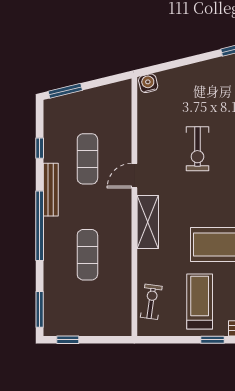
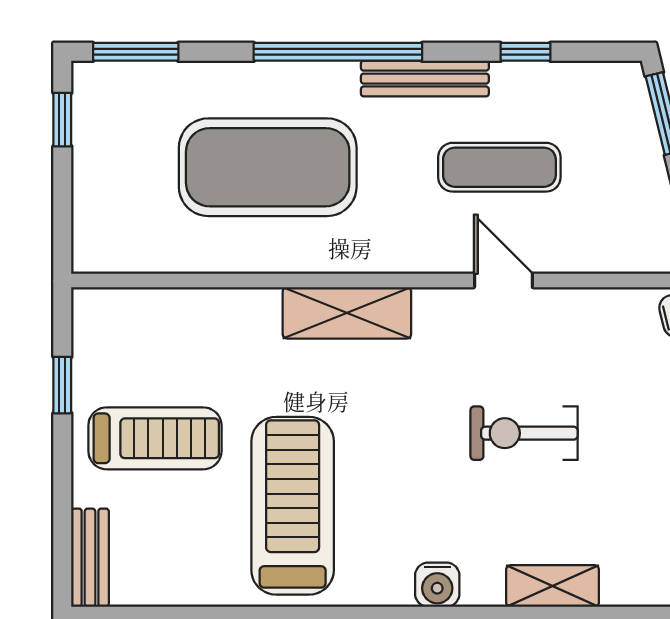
door: (134, 176) -> (503, 280), moved
exercise mat: (87, 255) -> (268, 167), width x2.00, depth x1.45
exercise bike: (151, 302) -> (154, 322), removed
window: (212, 340) -> (62, 385), moved

